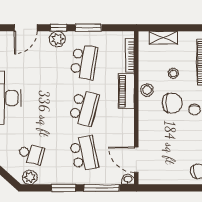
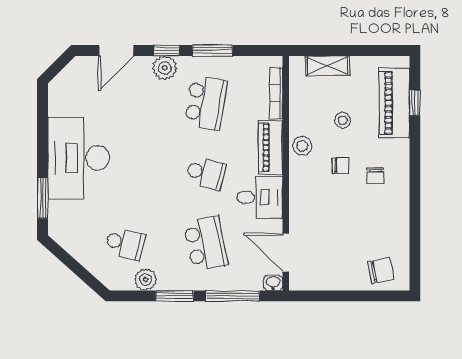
chair: (172, 103) -> (341, 166), width x0.54, depth x0.54
school desk: (84, 108) -> (206, 173), width x0.54
desk: (119, 124) -> (260, 197), added
plant: (30, 177) -> (146, 280), moved

